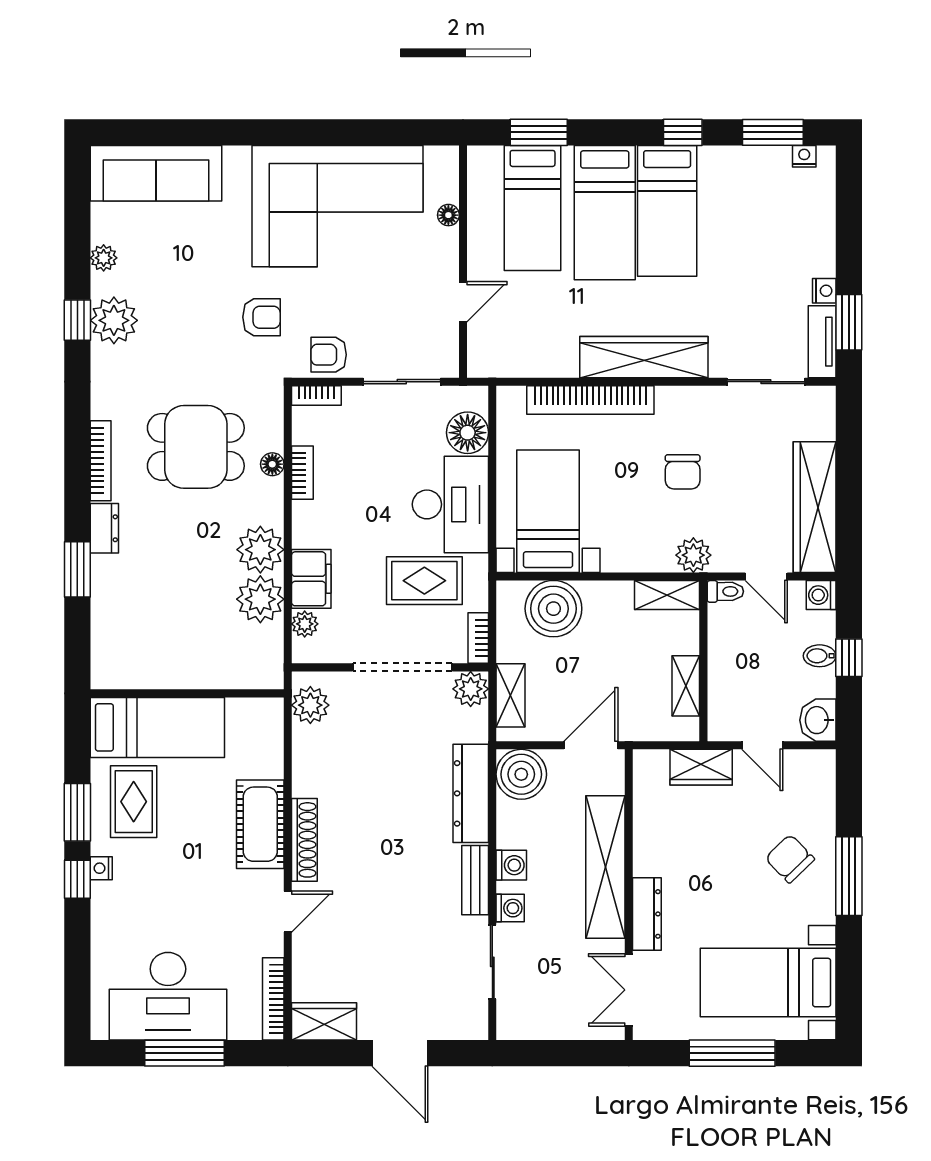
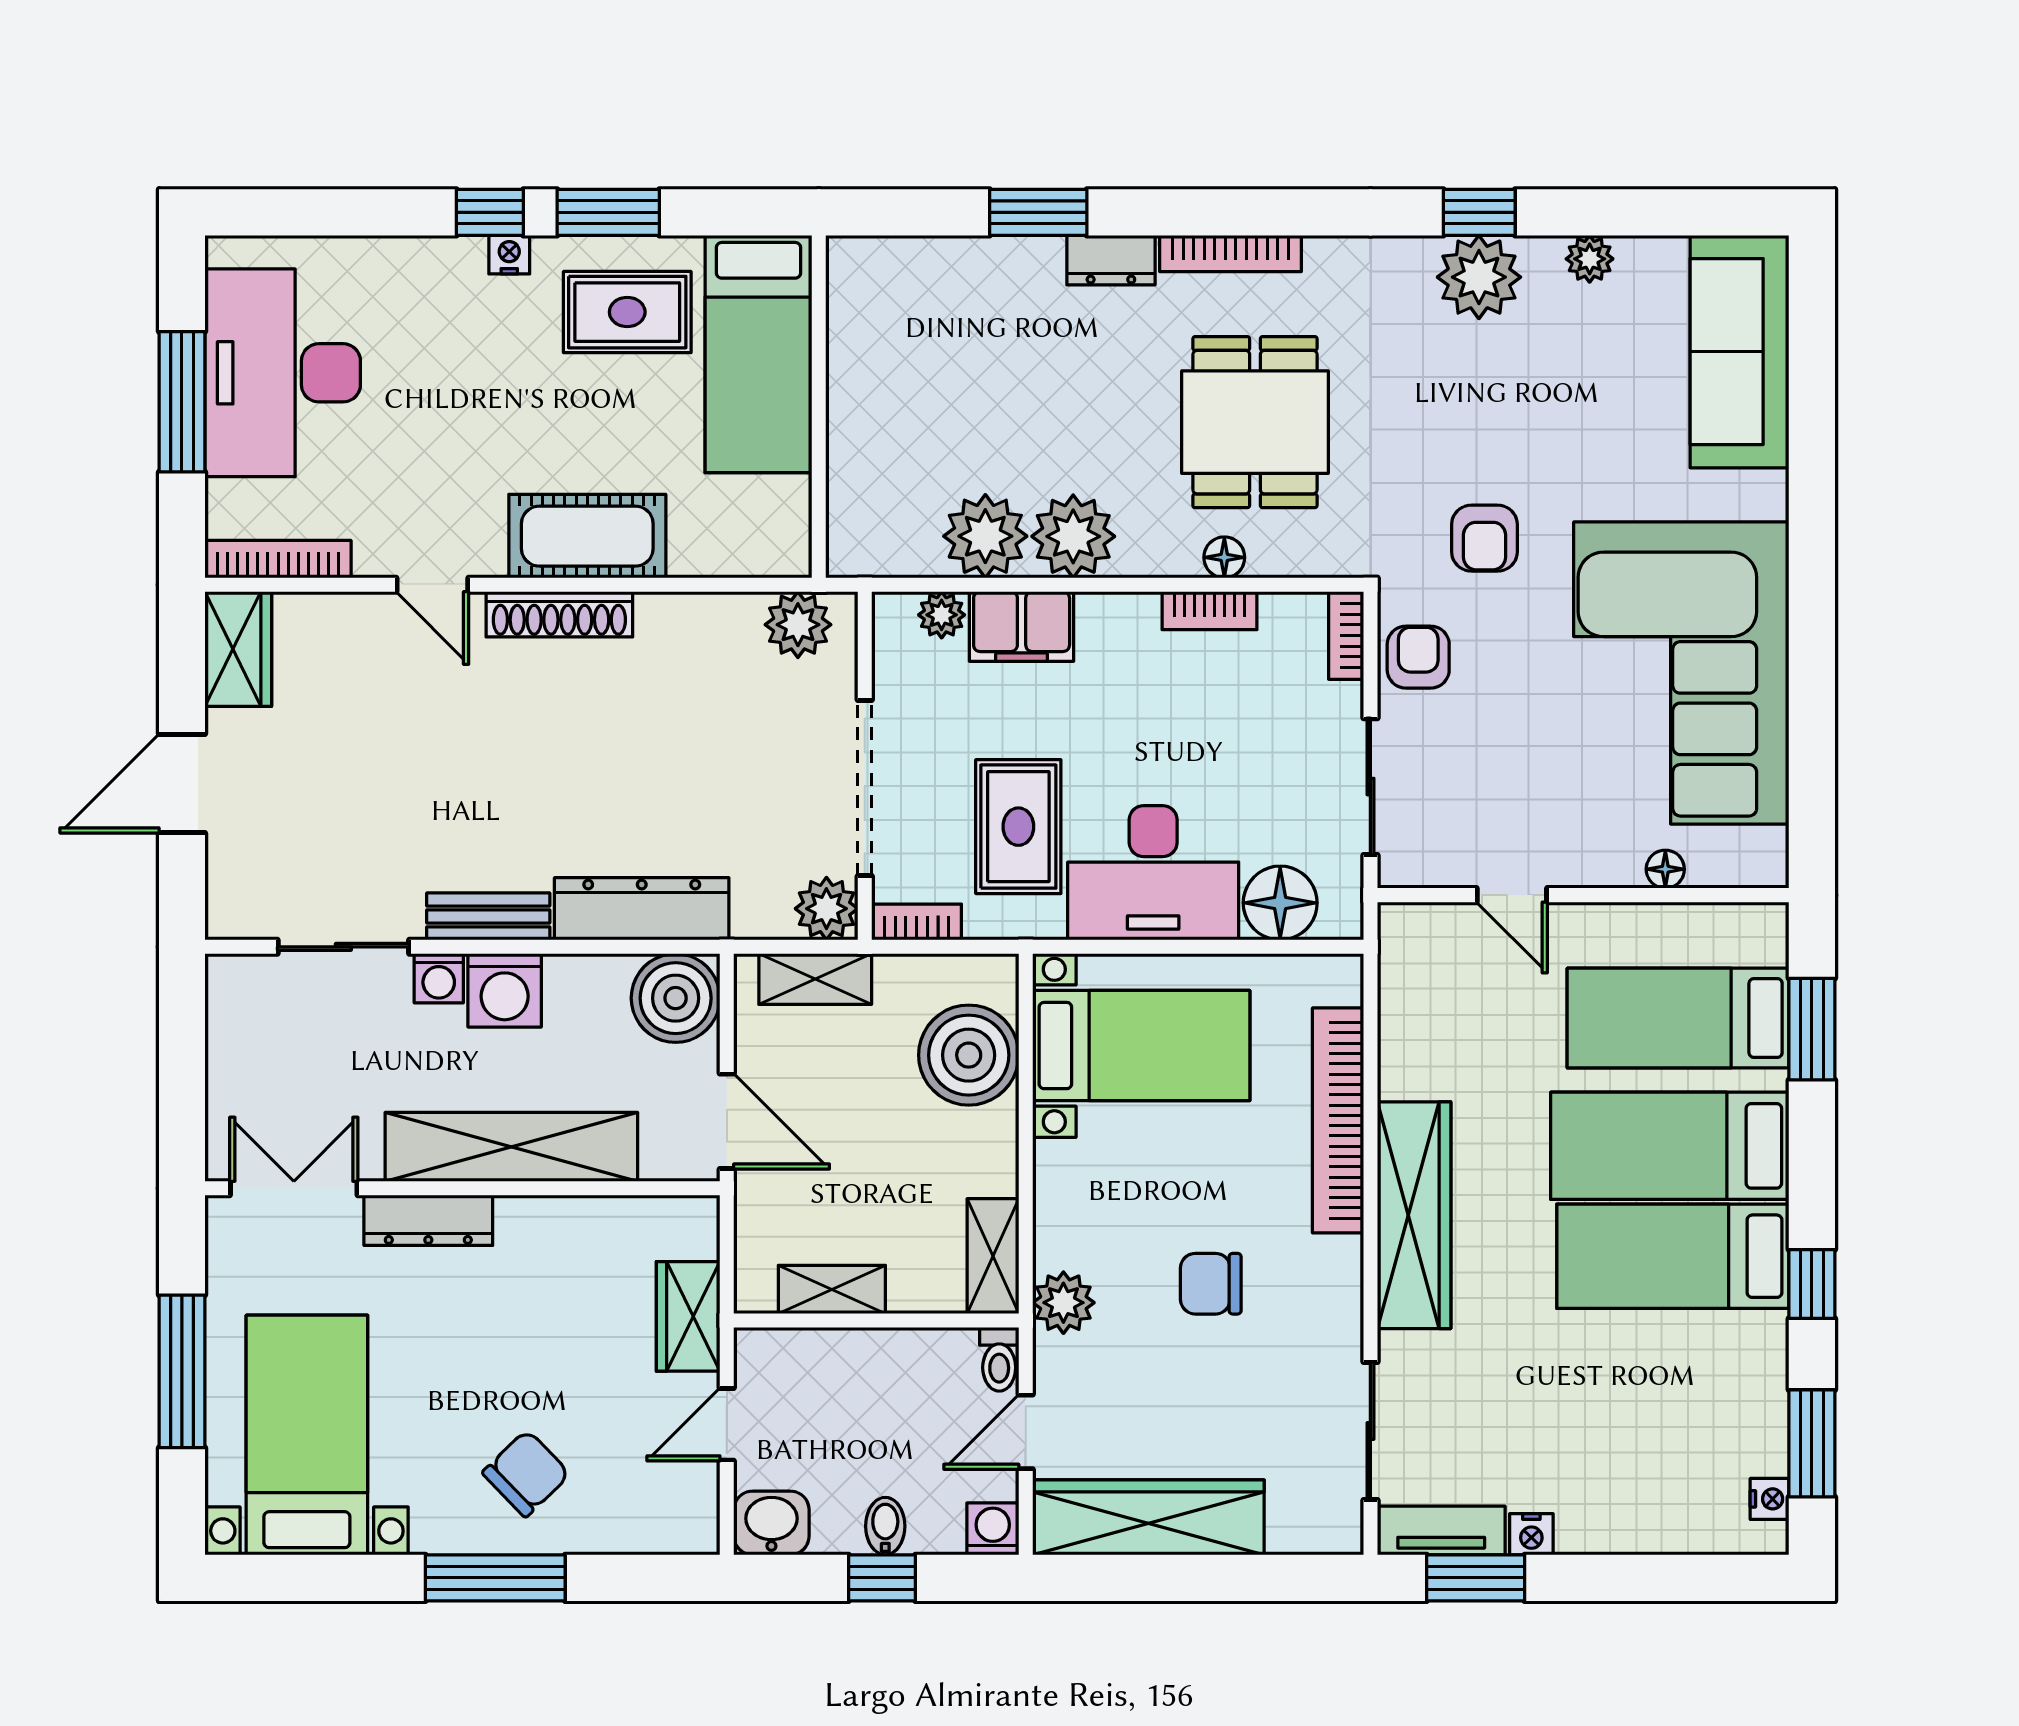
washing machine: (511, 865) -> (505, 990), width x1.38, depth x1.38

